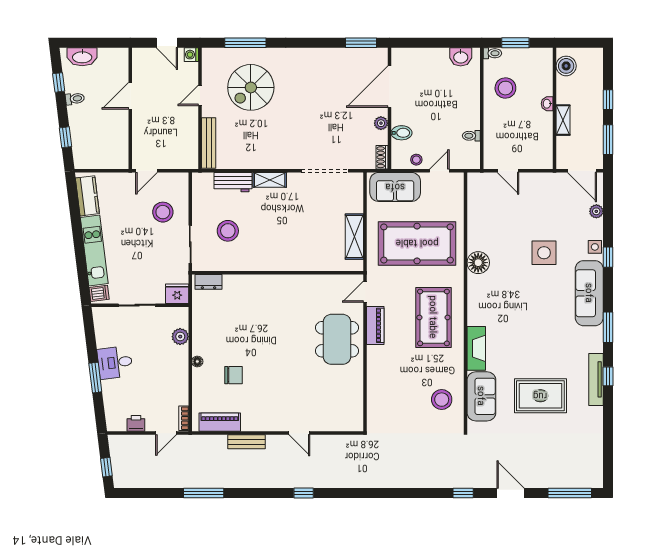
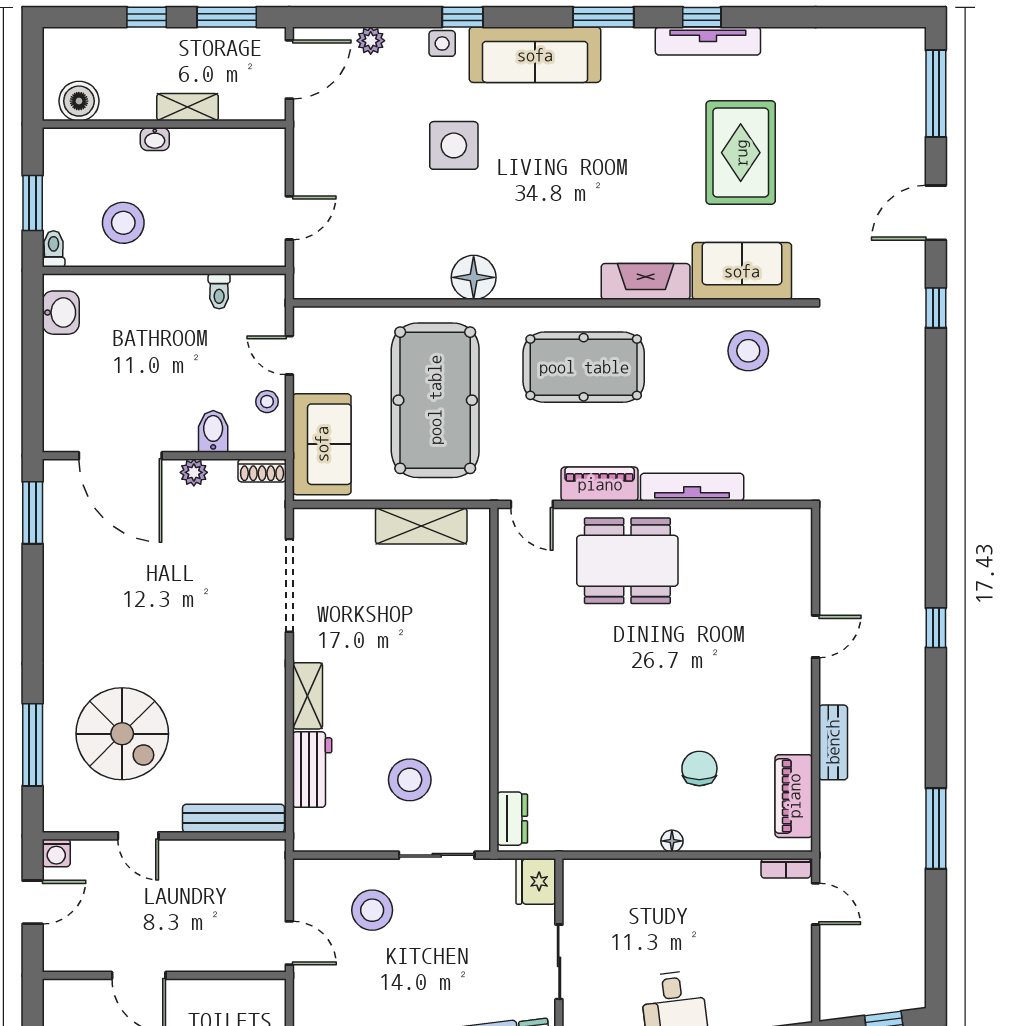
plant: (180, 337) -> (622, 875), removed
tv unit: (374, 371) -> (692, 487), added
printer: (136, 423) -> (796, 964), removed

